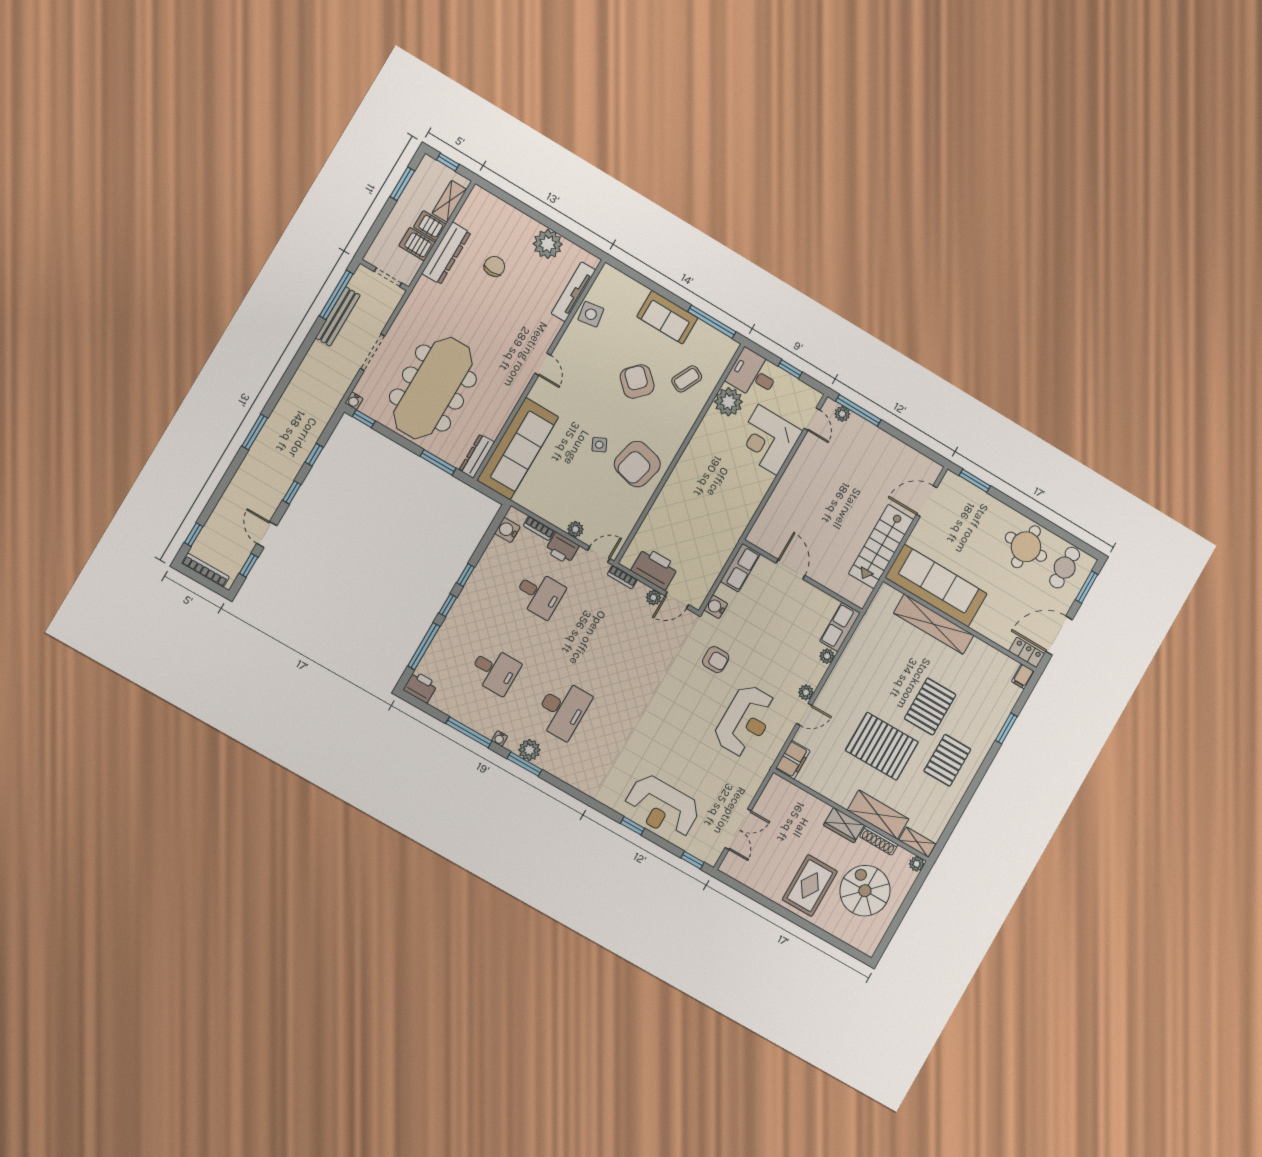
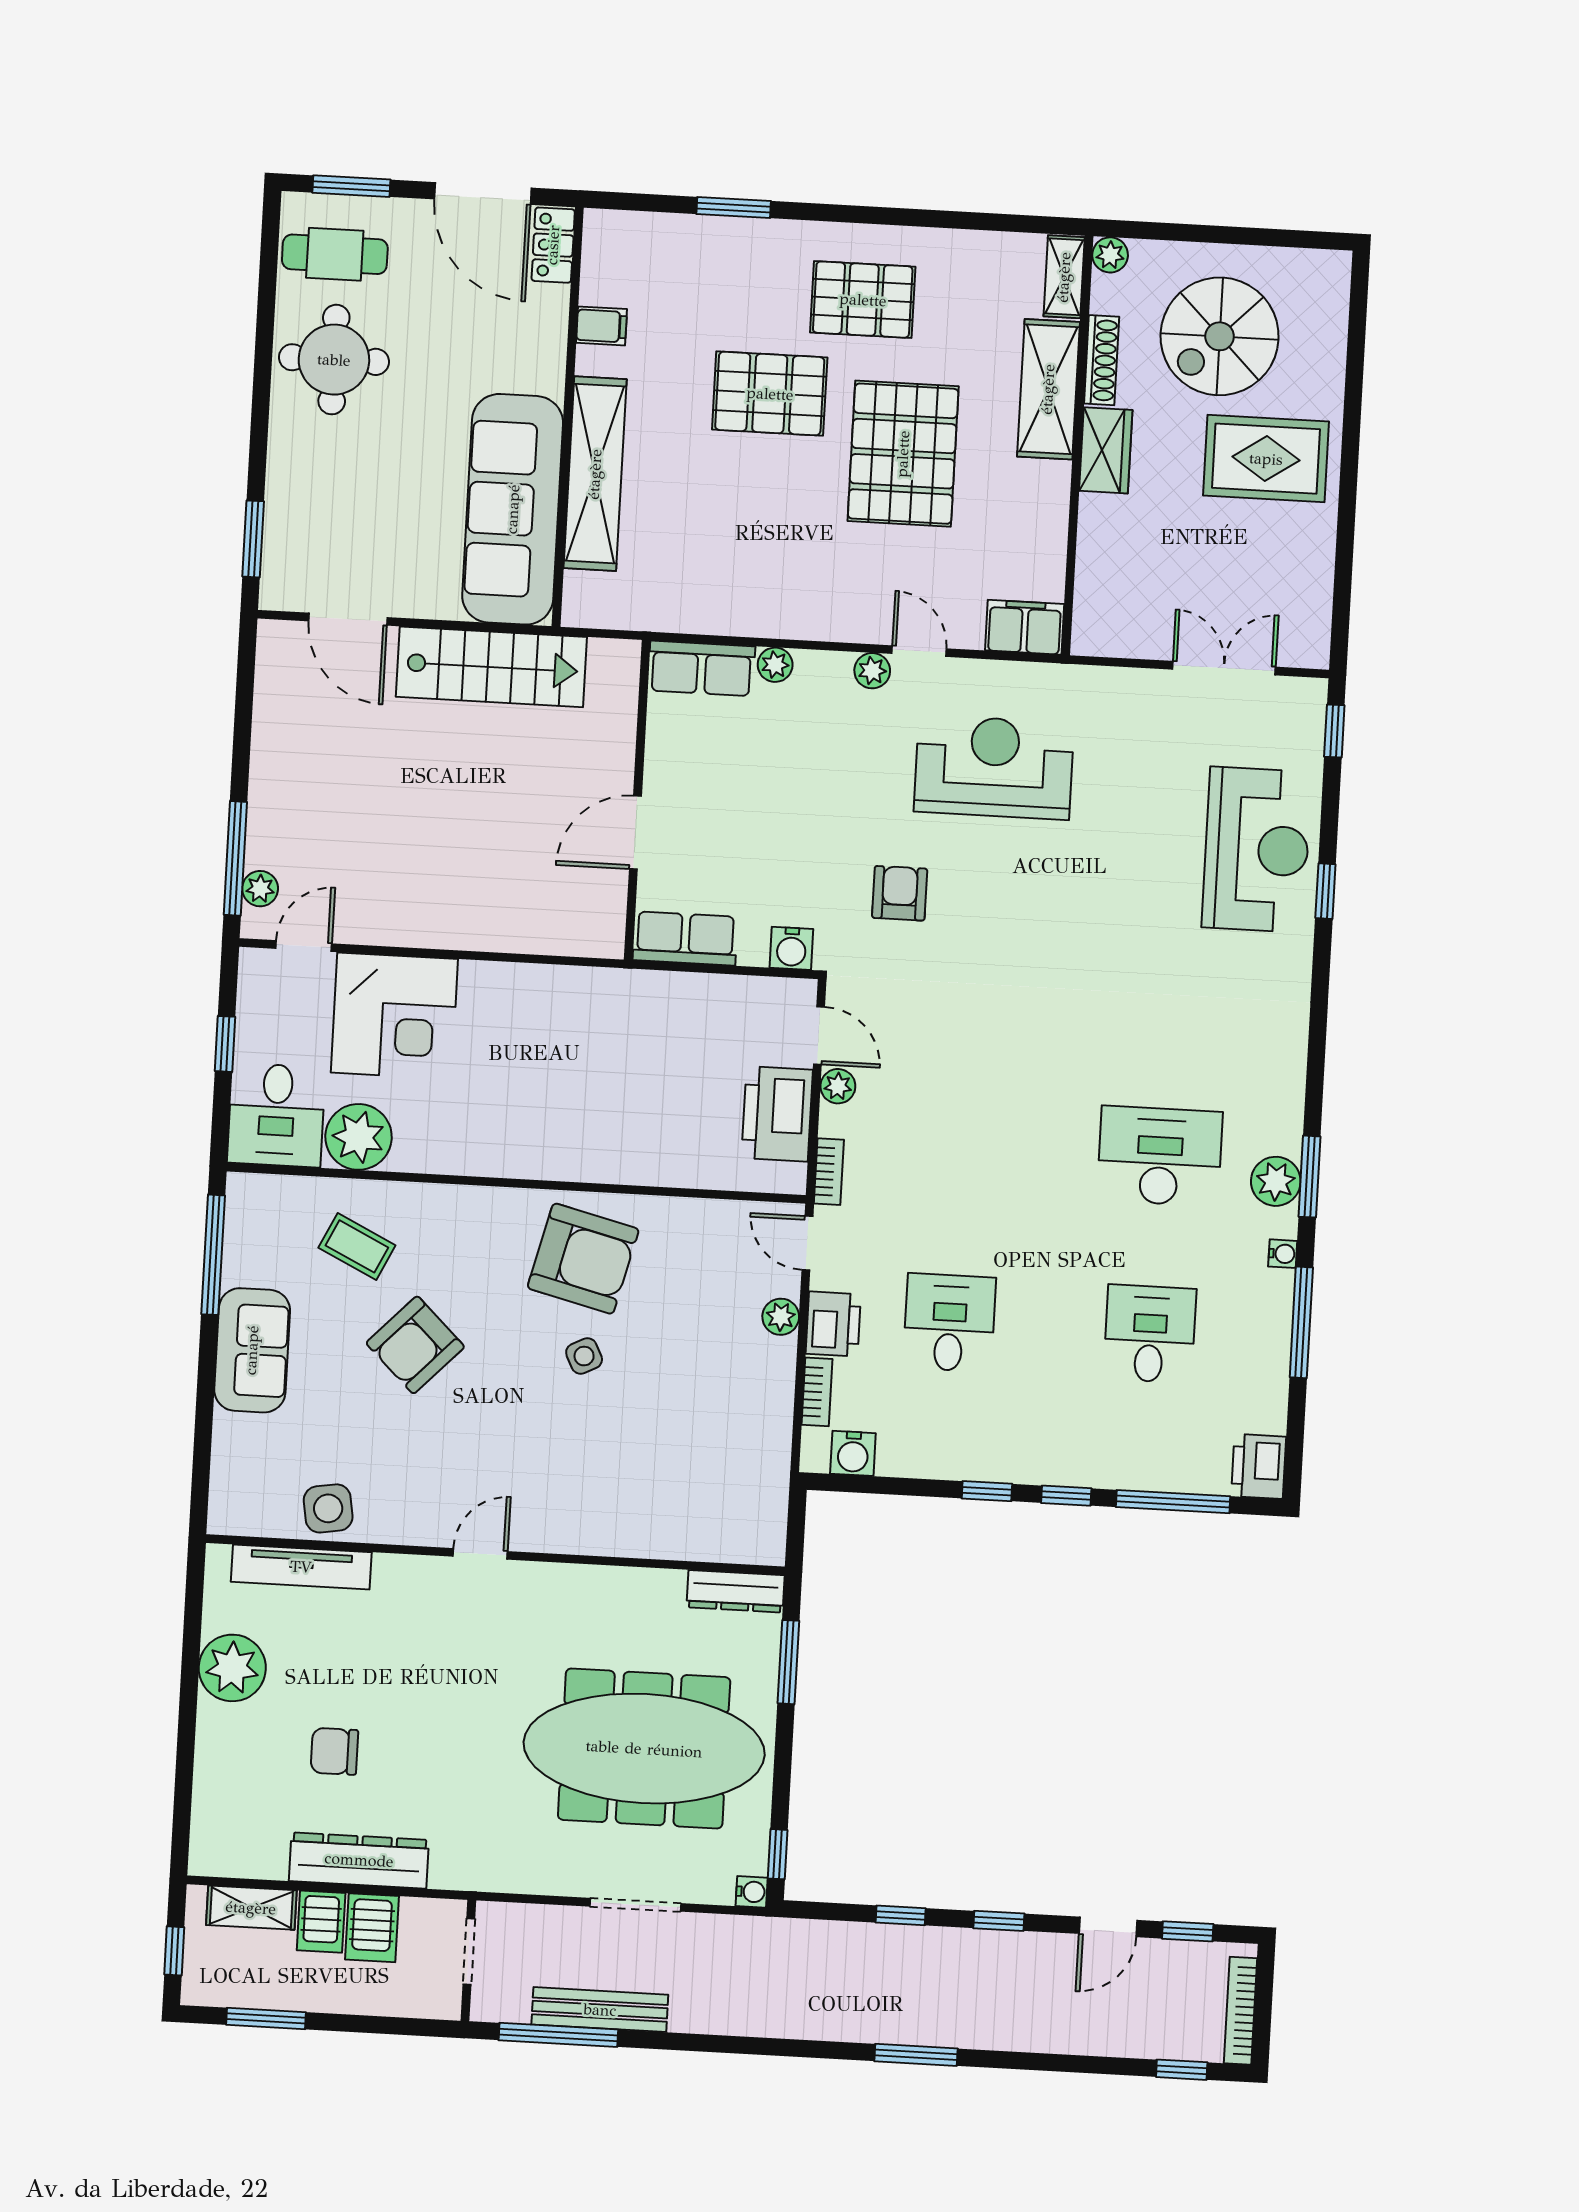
sofa: (518, 449) -> (678, 1517), removed
filing cabinet: (1023, 676) -> (602, 326), moved

